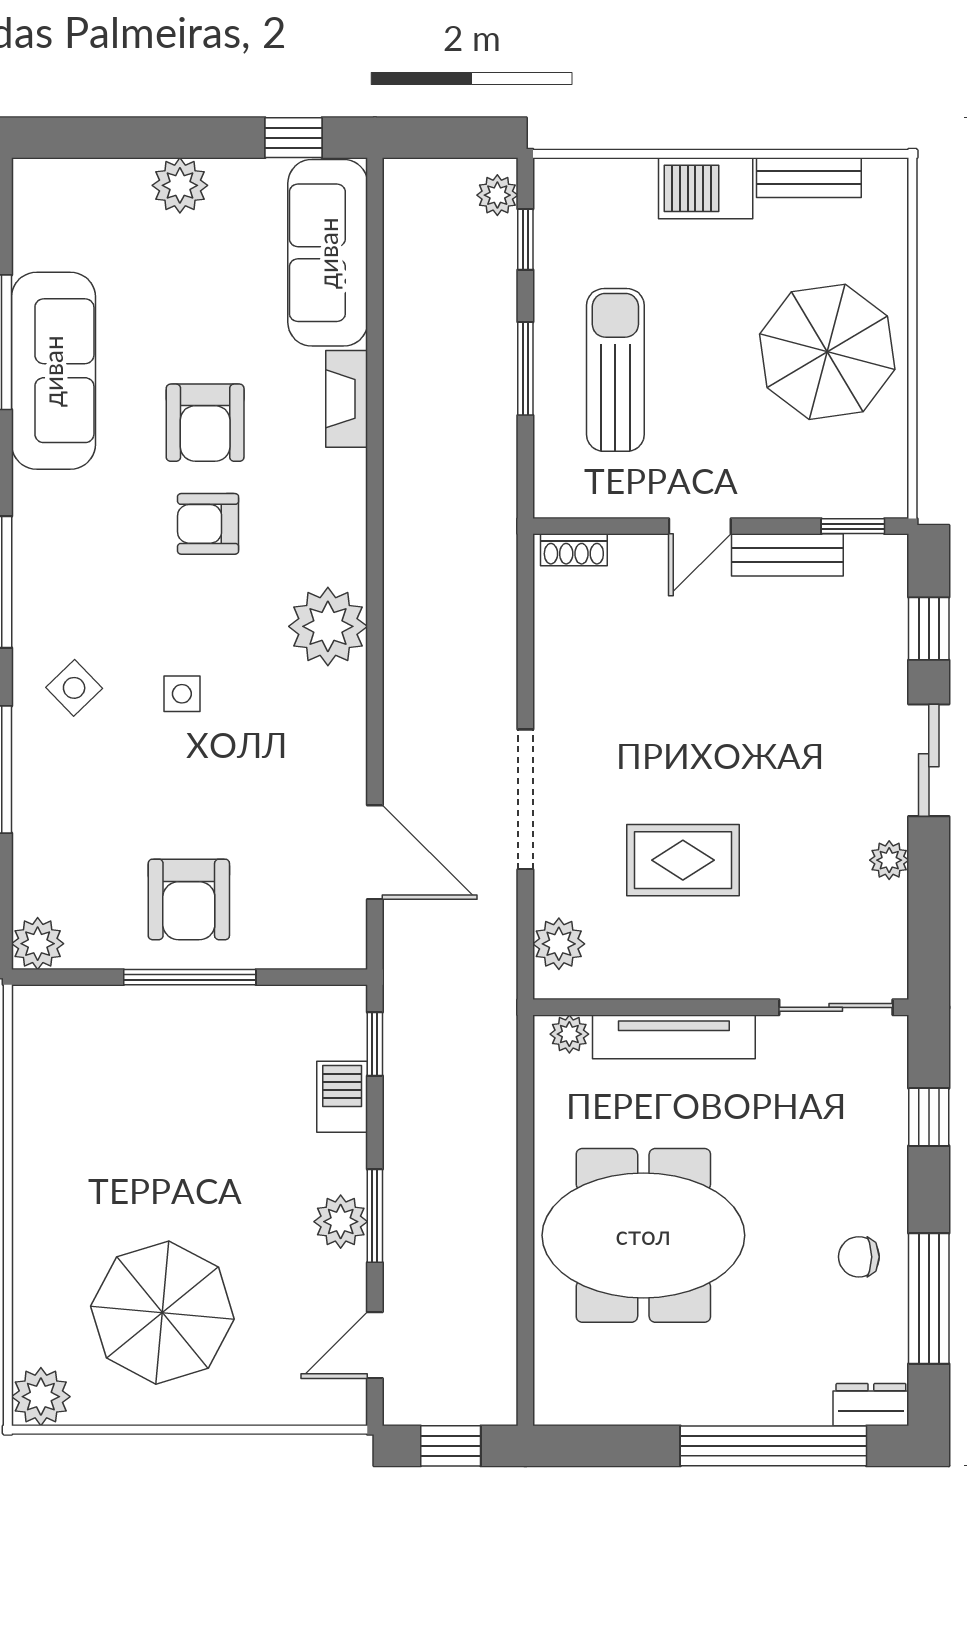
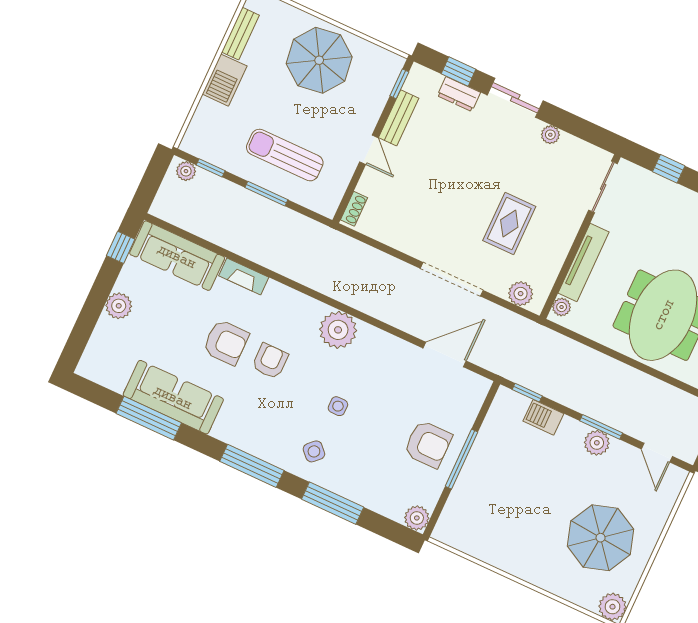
armchair: (208, 524) -> (270, 361), turned 180
dresser: (886, 649) -> (459, 94), added

